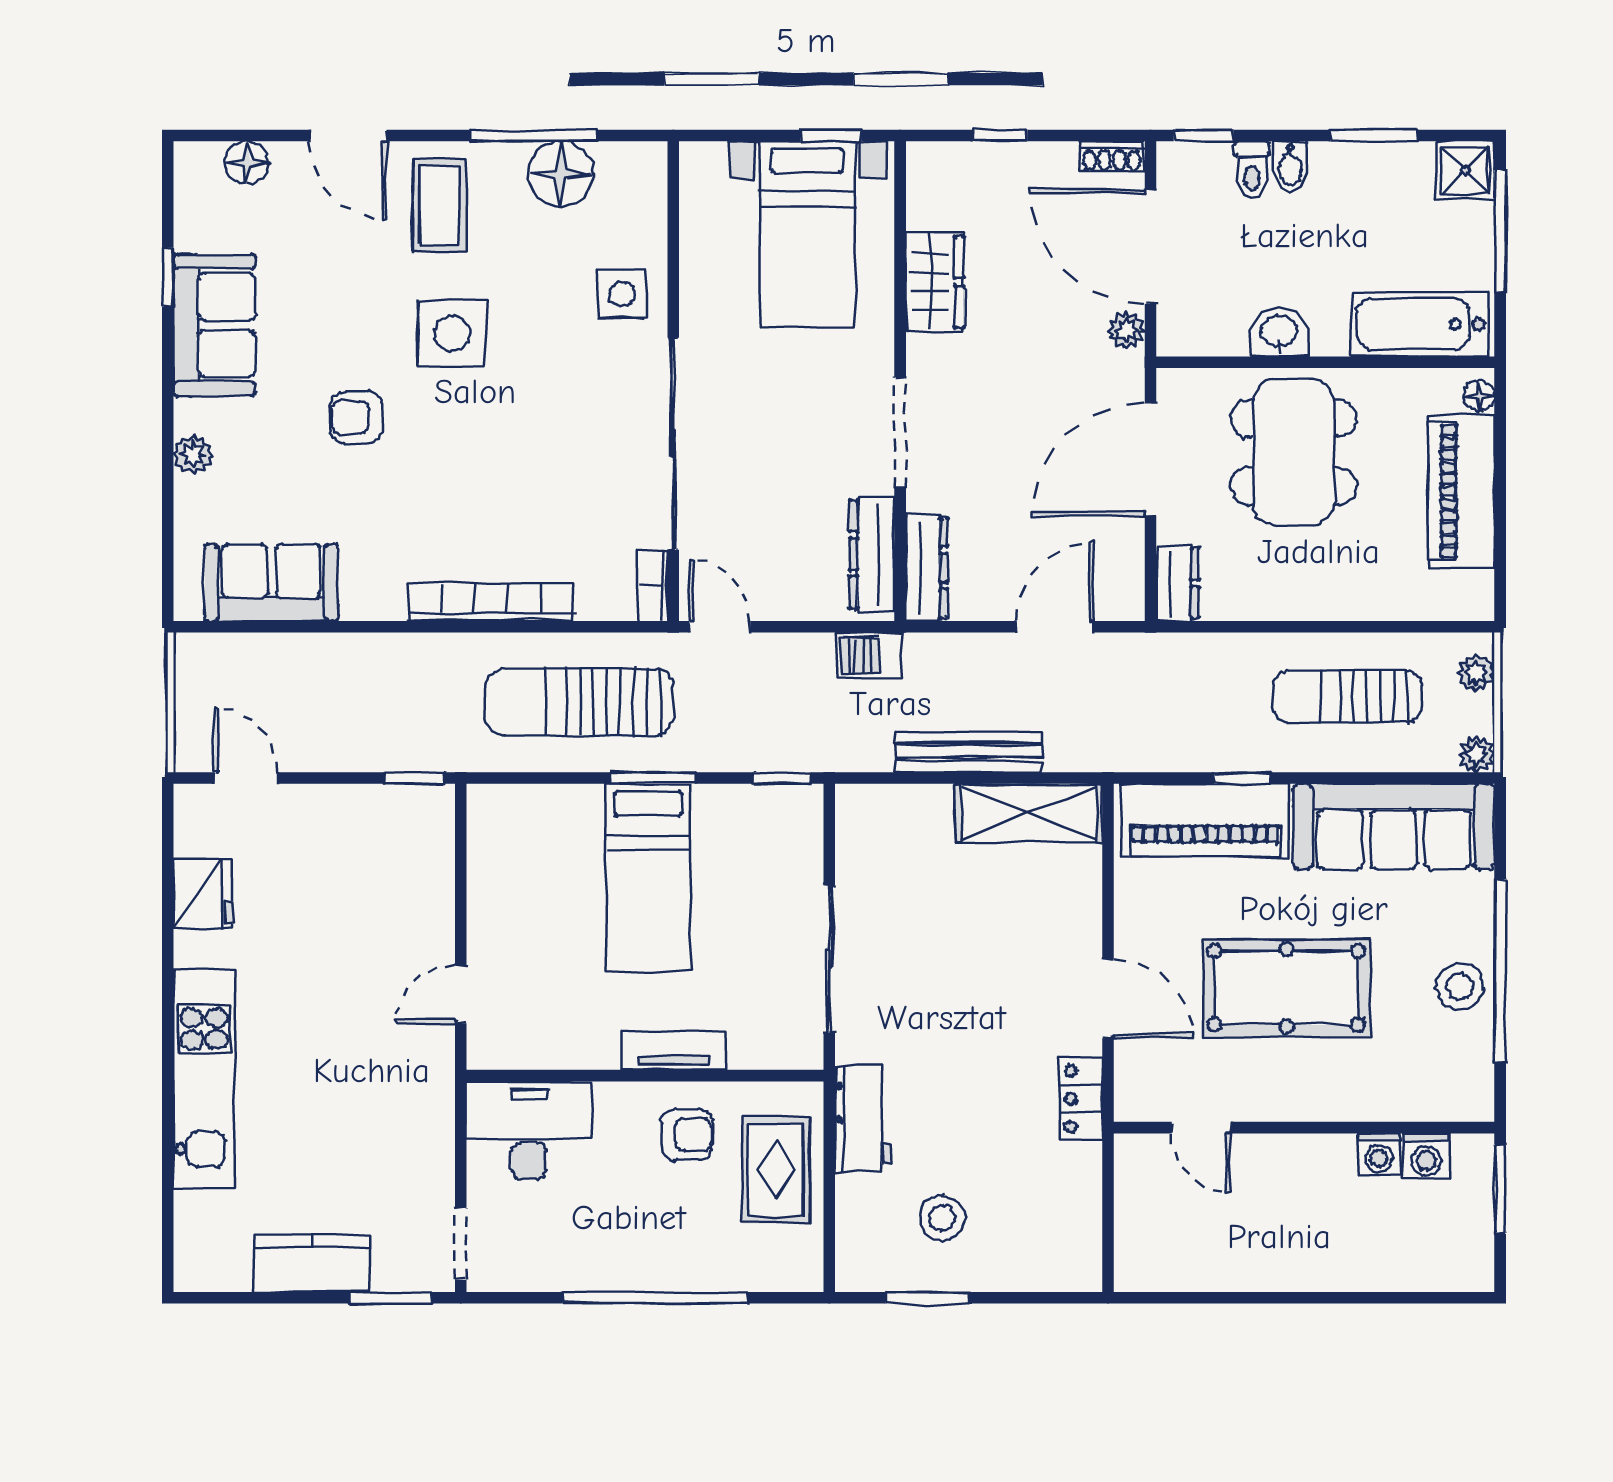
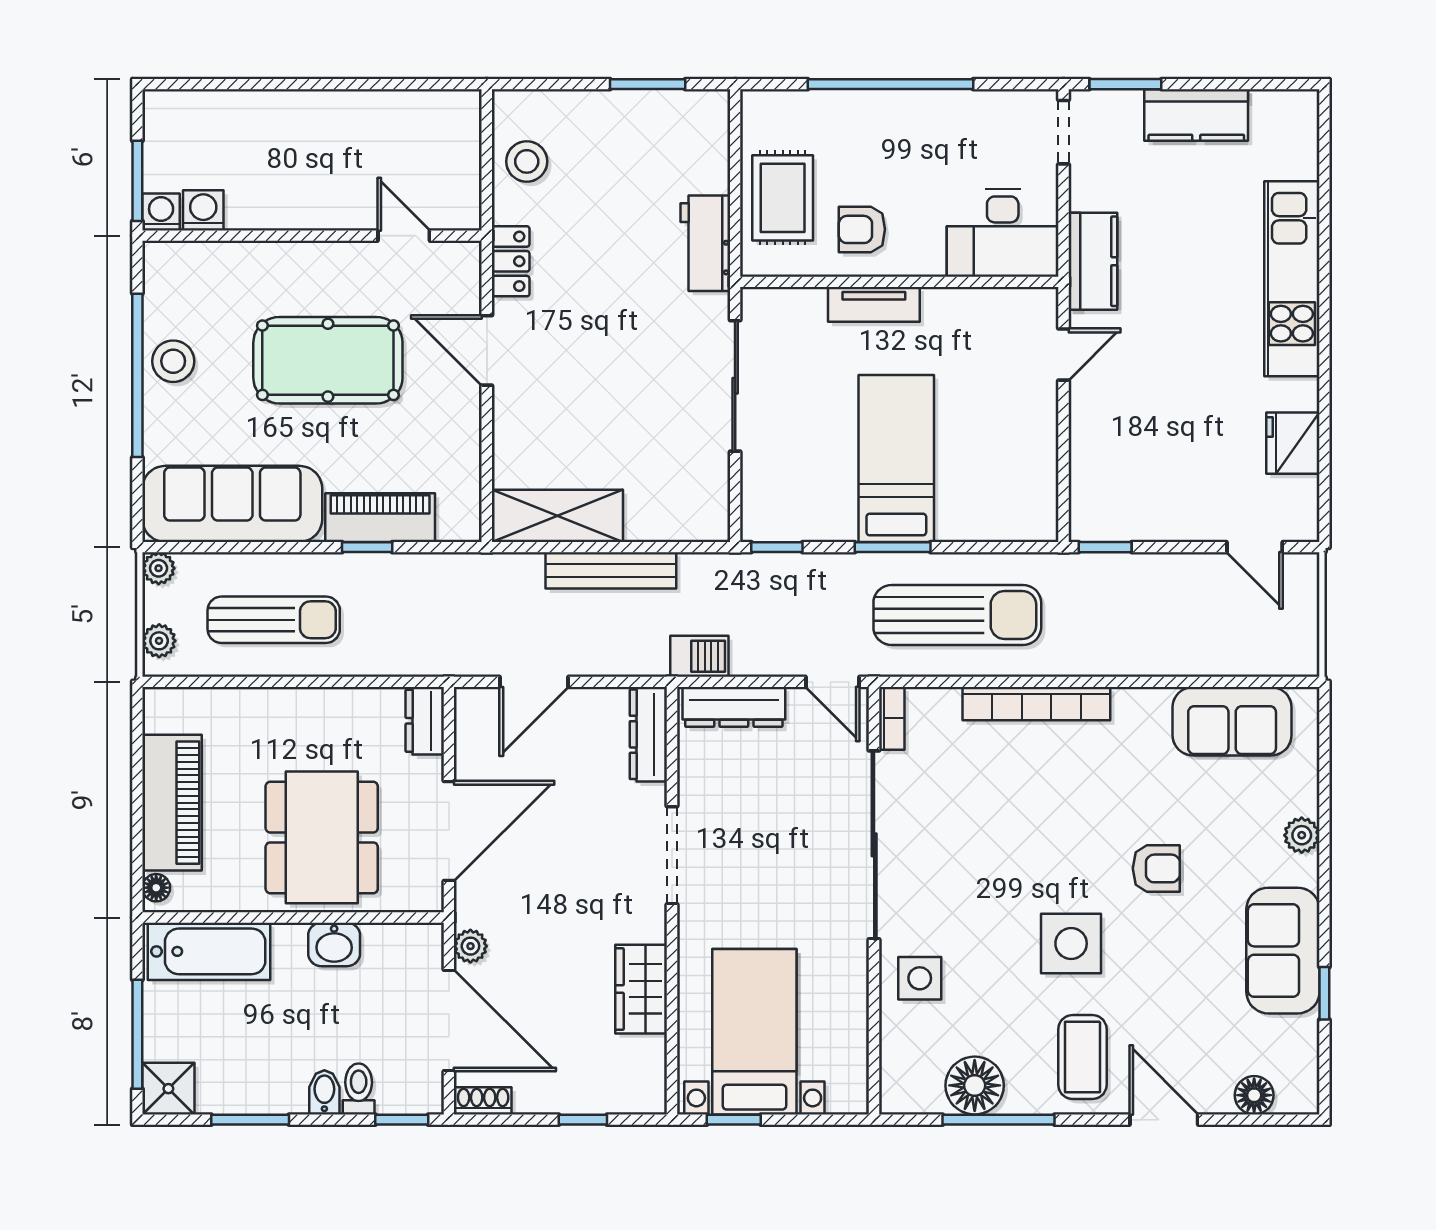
dresser: (872, 554) -> (734, 707), moved, turned 90
piano: (1205, 820) -> (380, 518), width x0.73, depth x0.75
kitchen counter: (428, 1099) -> (1093, 261), added
washing machine: (1379, 1154) -> (161, 212), moved
stool: (942, 1218) -> (527, 161), moved

